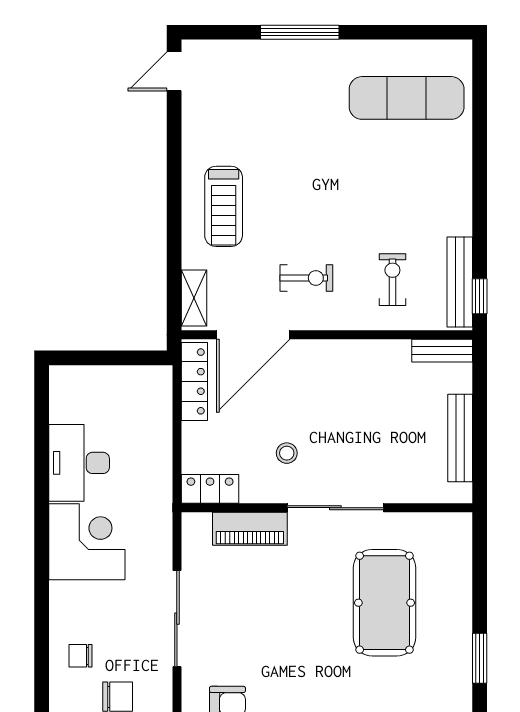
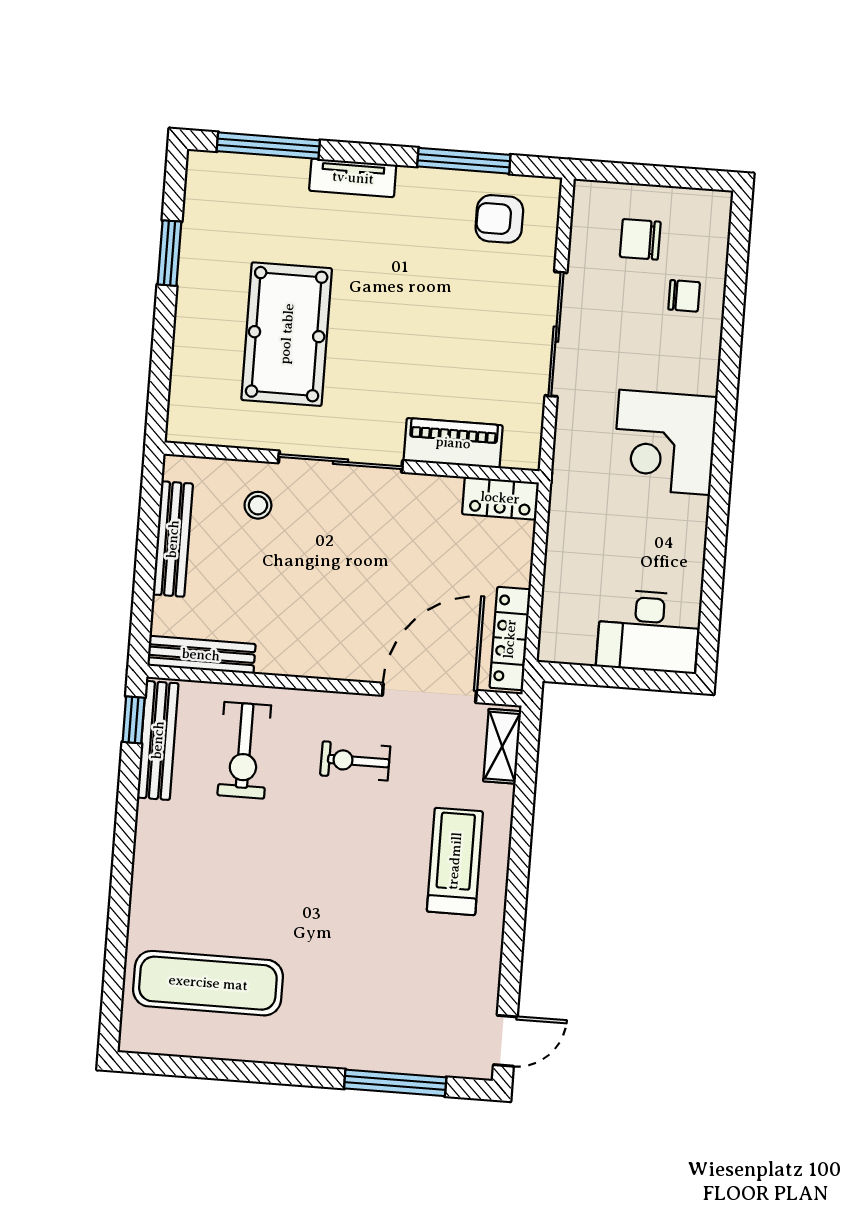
window: (300, 32) -> (395, 1083), moved
exercise bike: (392, 280) -> (244, 750), width x1.38, depth x1.39
bench: (442, 351) -> (201, 655), width x1.36
stool: (287, 453) -> (258, 505), moved
desk: (79, 463) -> (648, 631), moved, turned 90

